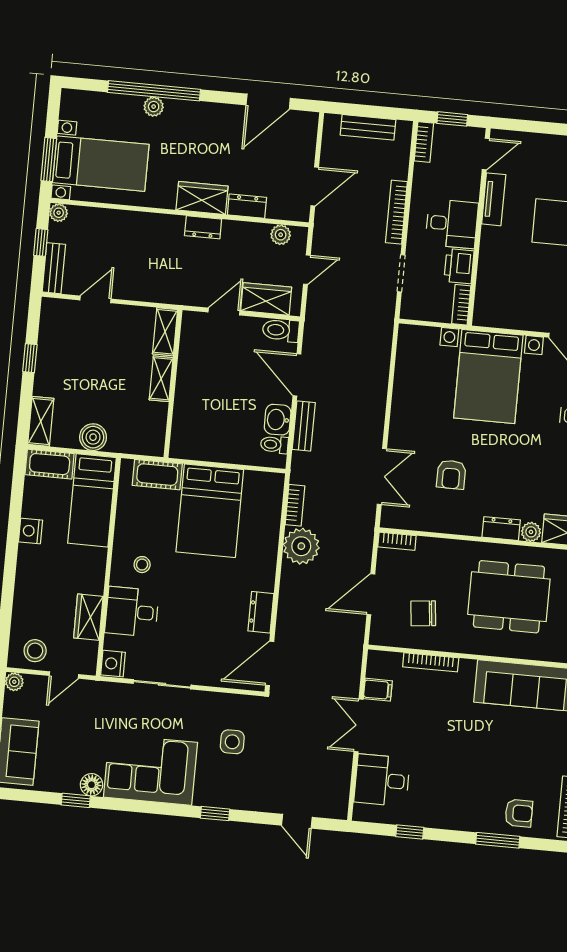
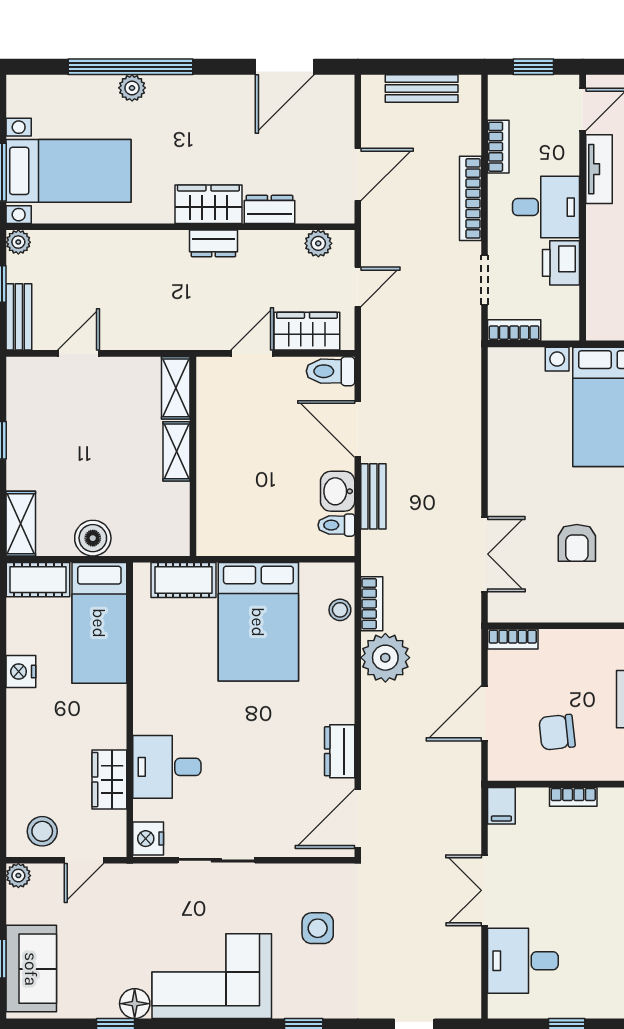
bookcase: (424, 142) -> (498, 147), moved
bookcase: (461, 305) -> (514, 330), moved, turned 90
stool: (142, 565) -> (340, 610), moved
bookcase: (431, 662) -> (573, 797), width x0.64
filing cabinet: (378, 690) -> (501, 806), moved, turned 90

